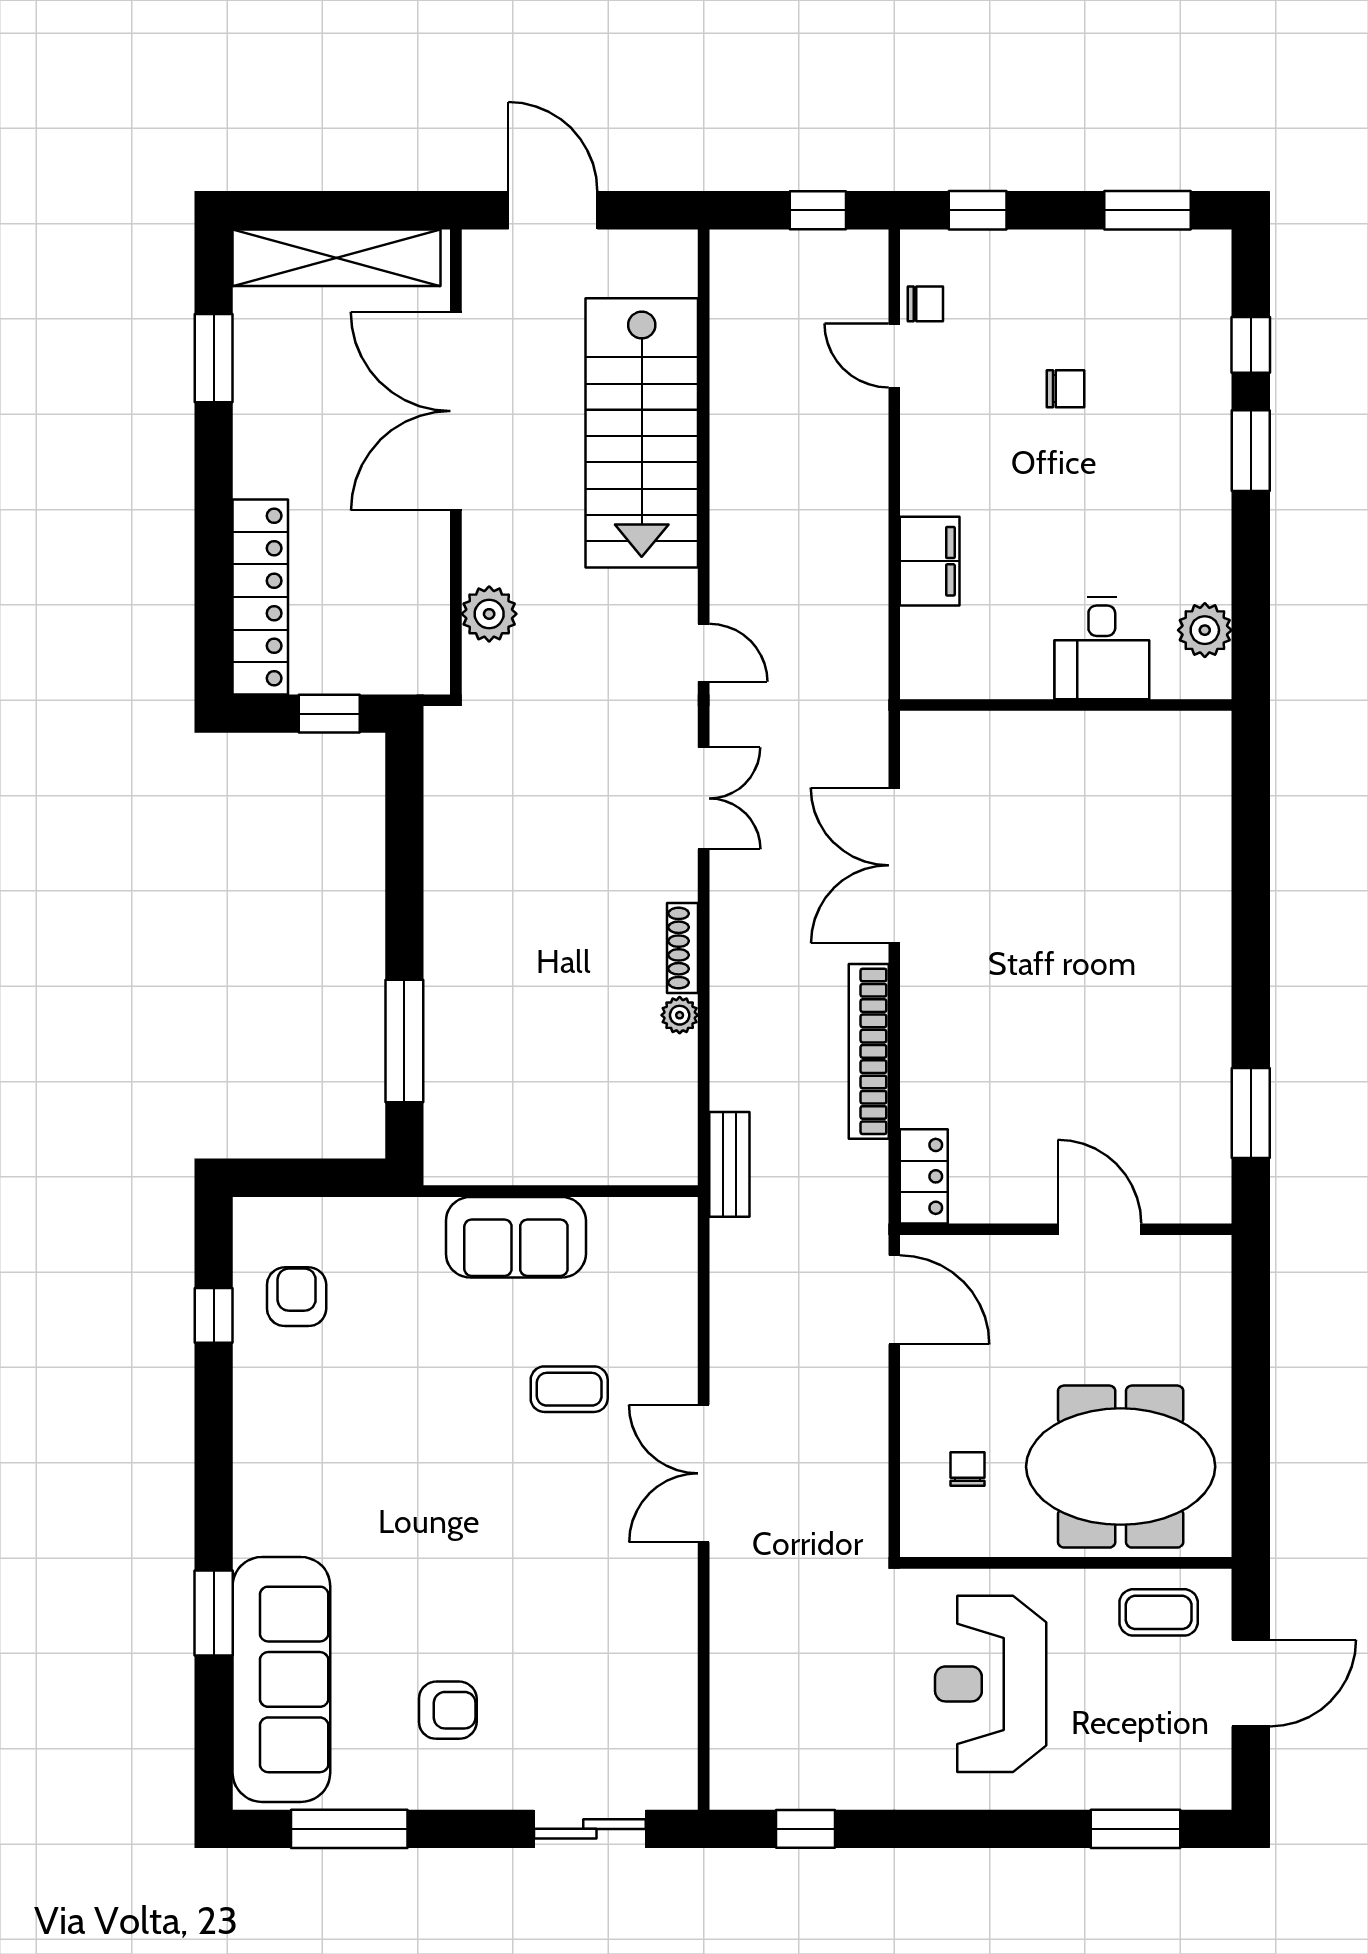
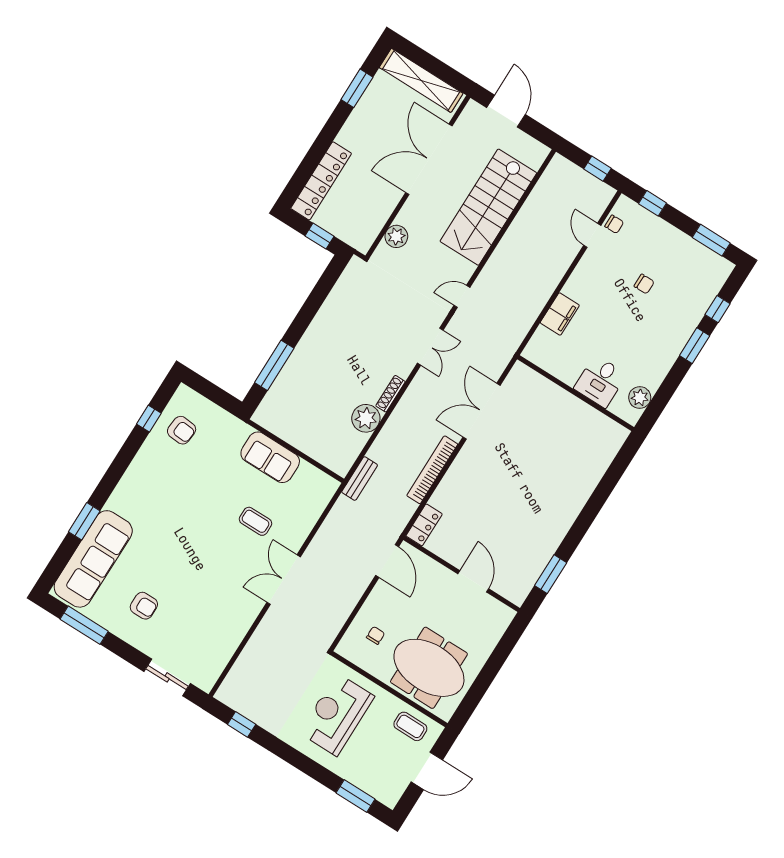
door: (704, 653) -> (462, 296), swing flipped
plant: (680, 1015) -> (366, 418), width x1.87, depth x1.87
armchair: (297, 1297) -> (182, 430), turned 95

